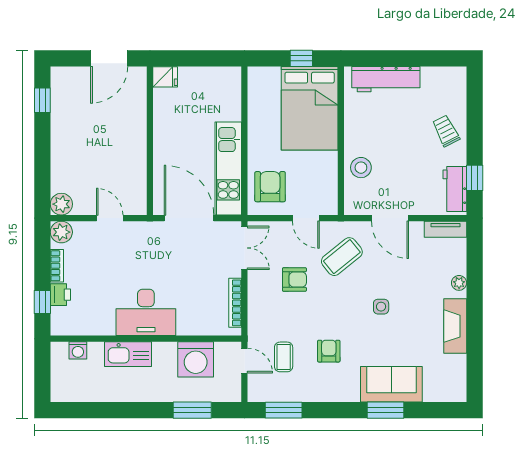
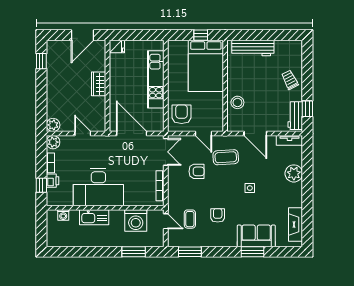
wardrobe: (136, 137) -> (99, 84), added
kitchen unit: (228, 168) -> (156, 79), moved
coffee table: (342, 257) -> (226, 157), turned 35
plant: (459, 283) -> (294, 173), width x1.87, depth x1.87
desk: (146, 312) -> (98, 187), width x1.36, depth x1.30
fireplace: (455, 326) -> (296, 225), moved

